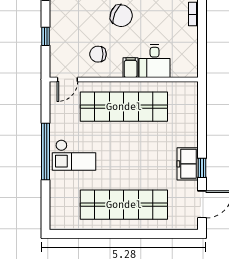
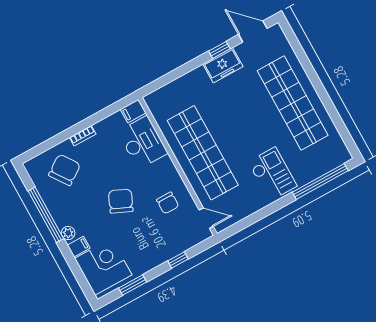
desk: (155, 61) -> (143, 142), width x1.37
filing cabinet: (131, 68) -> (133, 111), moved
window: (46, 151) -> (320, 181), moved

